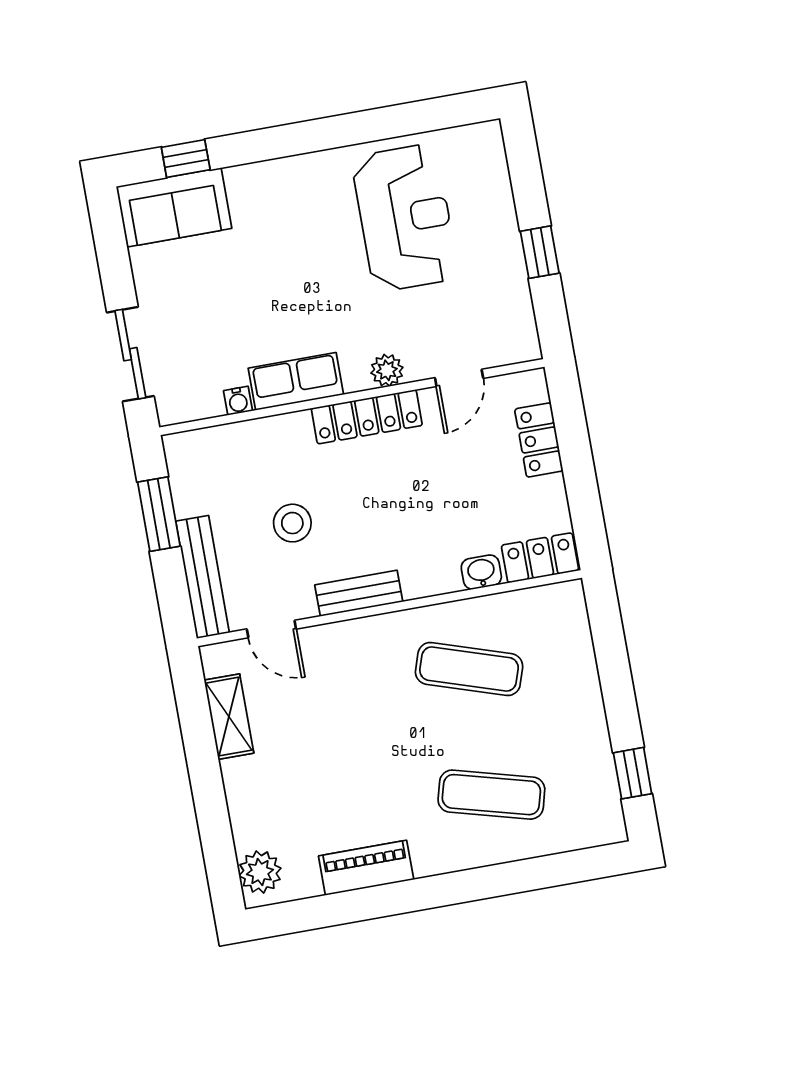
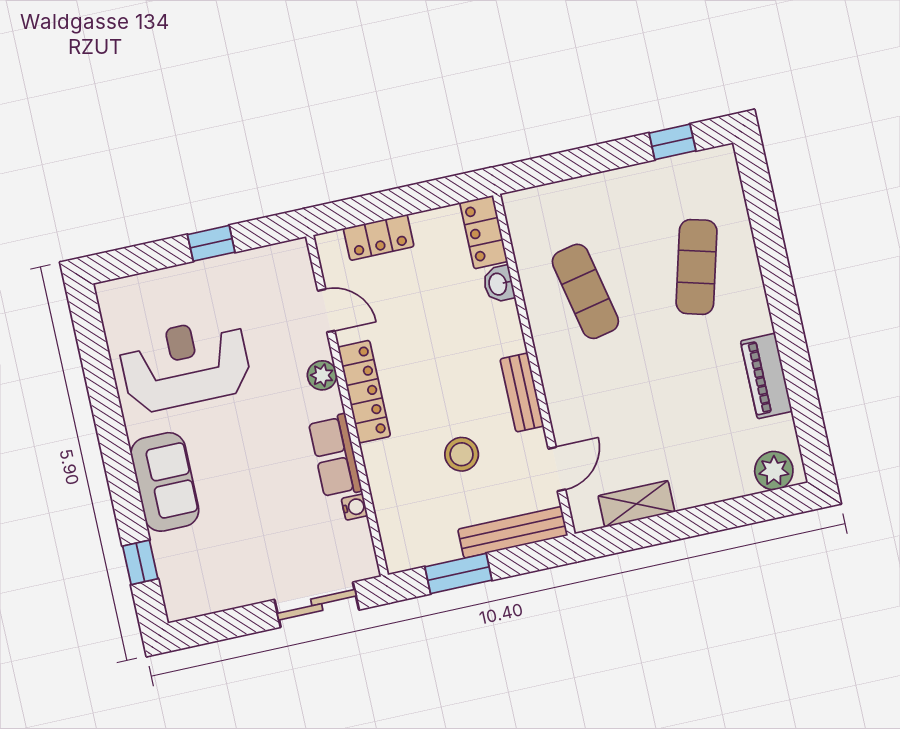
sofa: (174, 207) -> (165, 482), moved
exercise mat: (469, 669) -> (585, 291), turned -30

